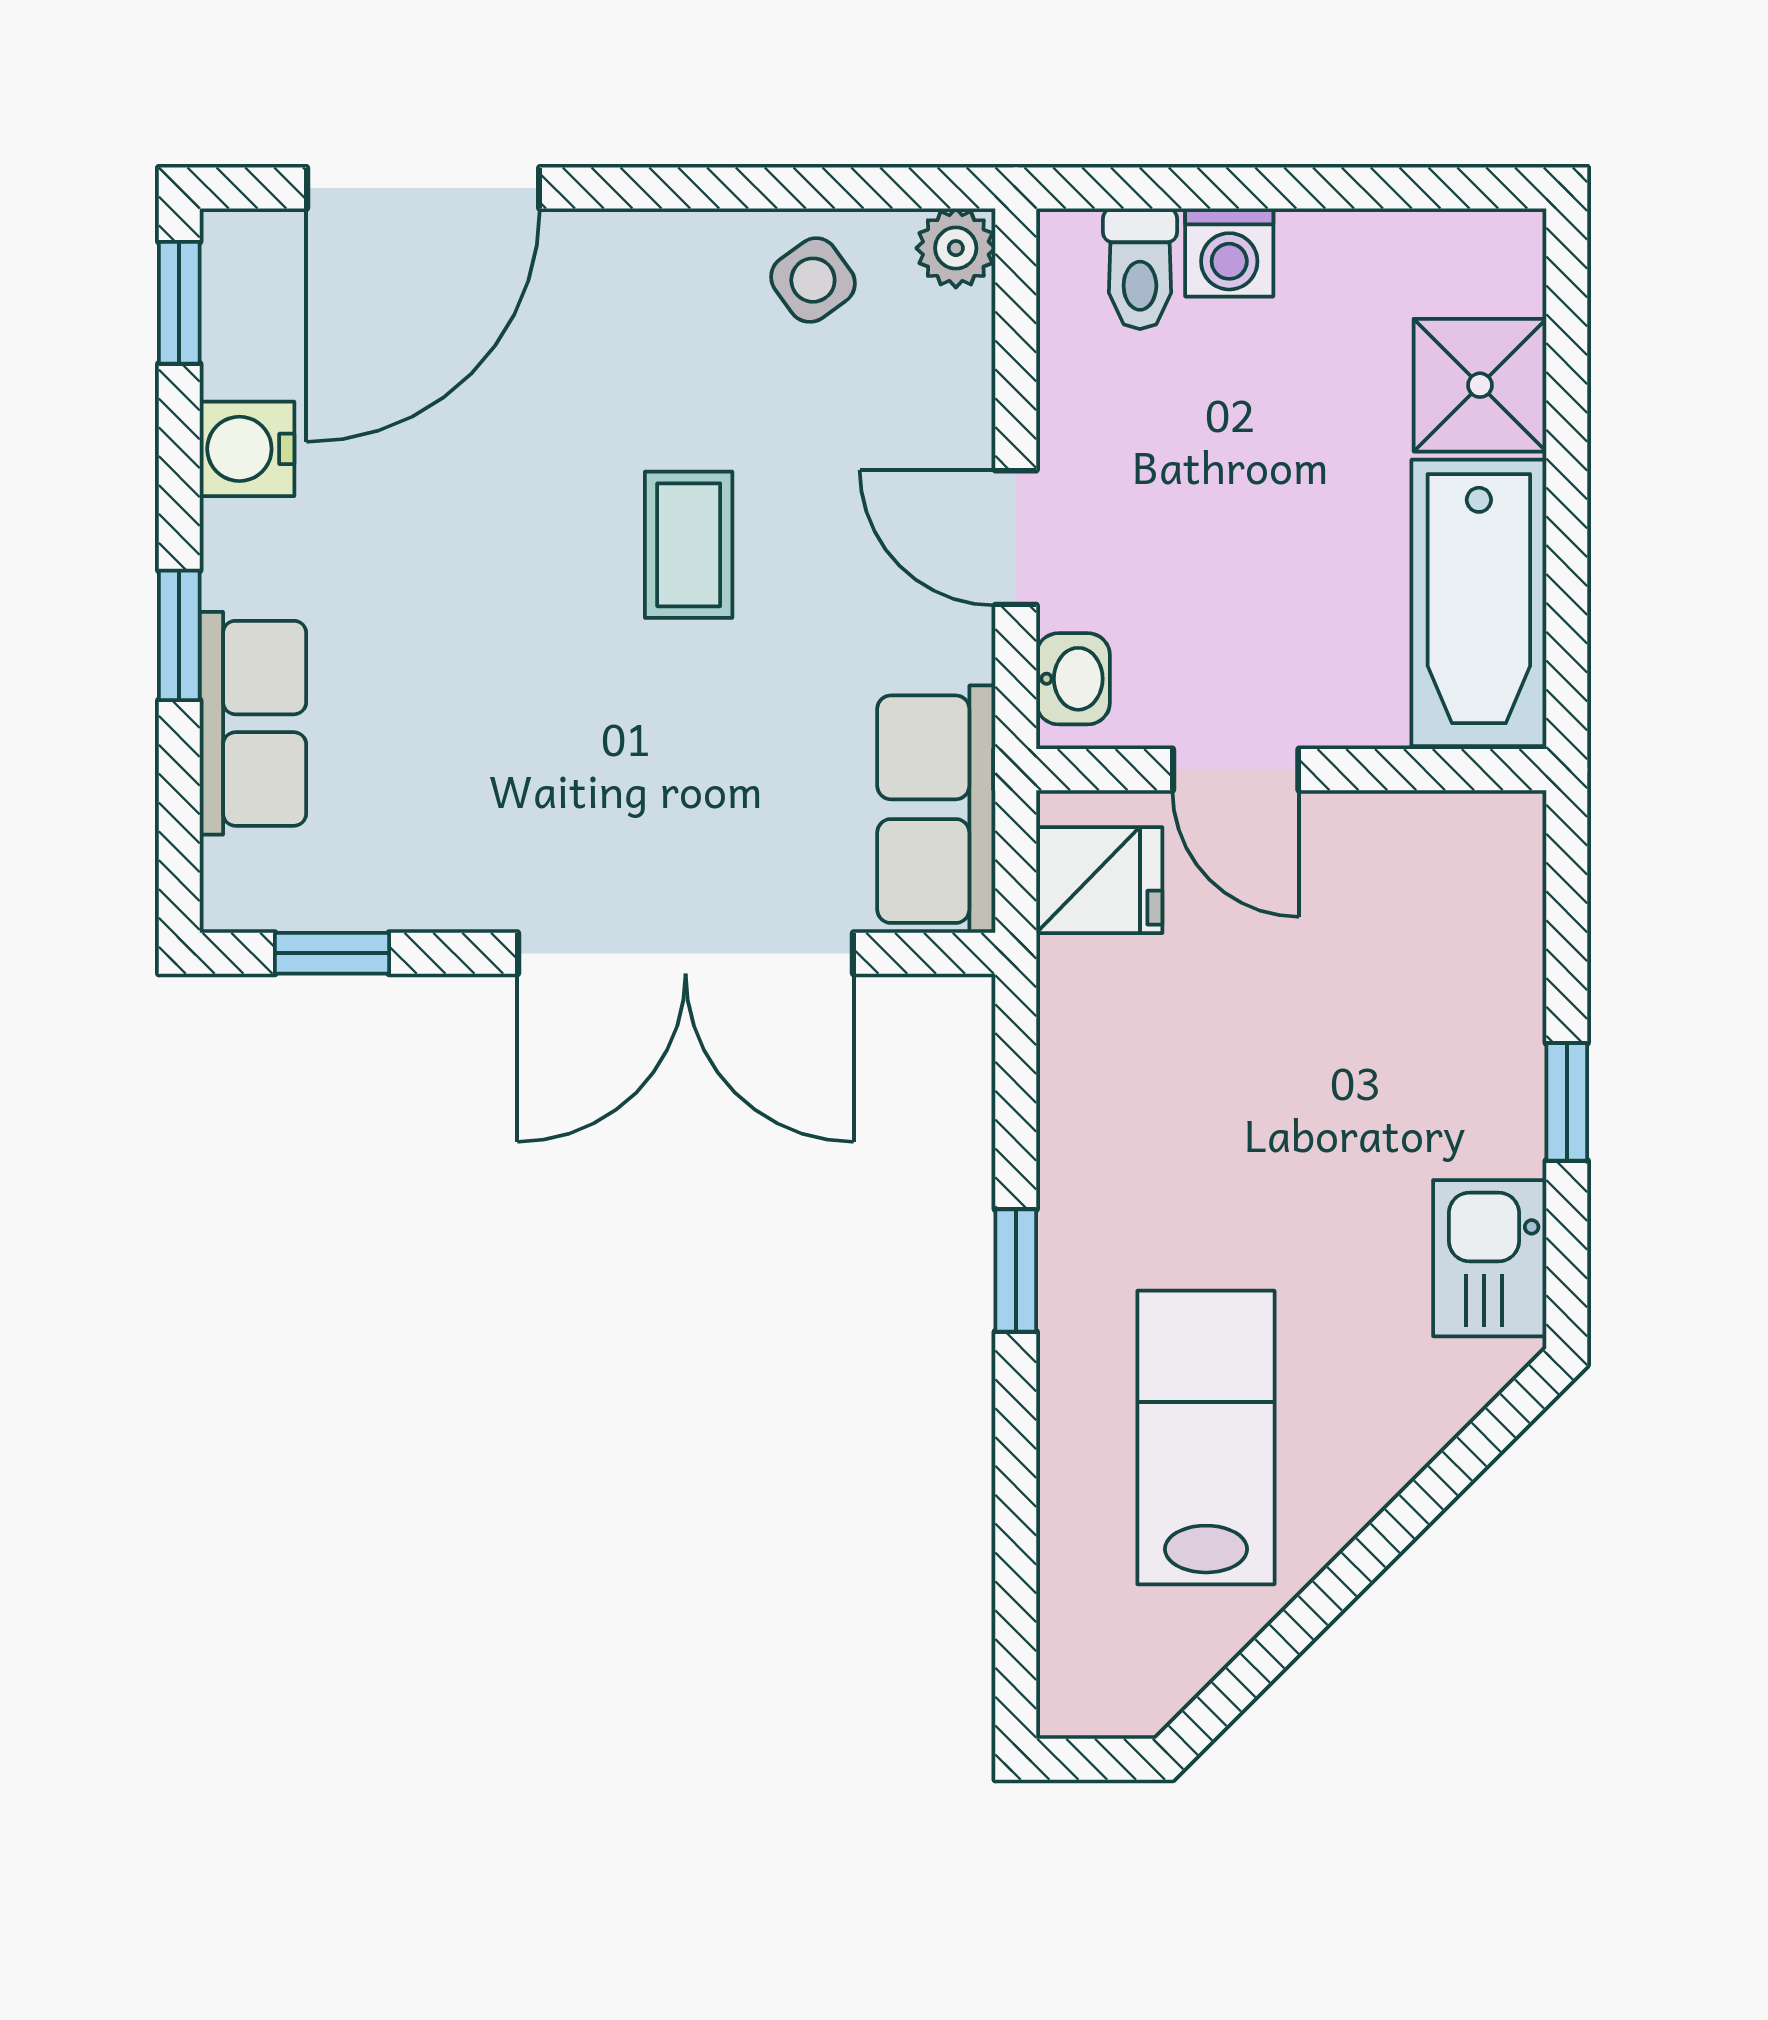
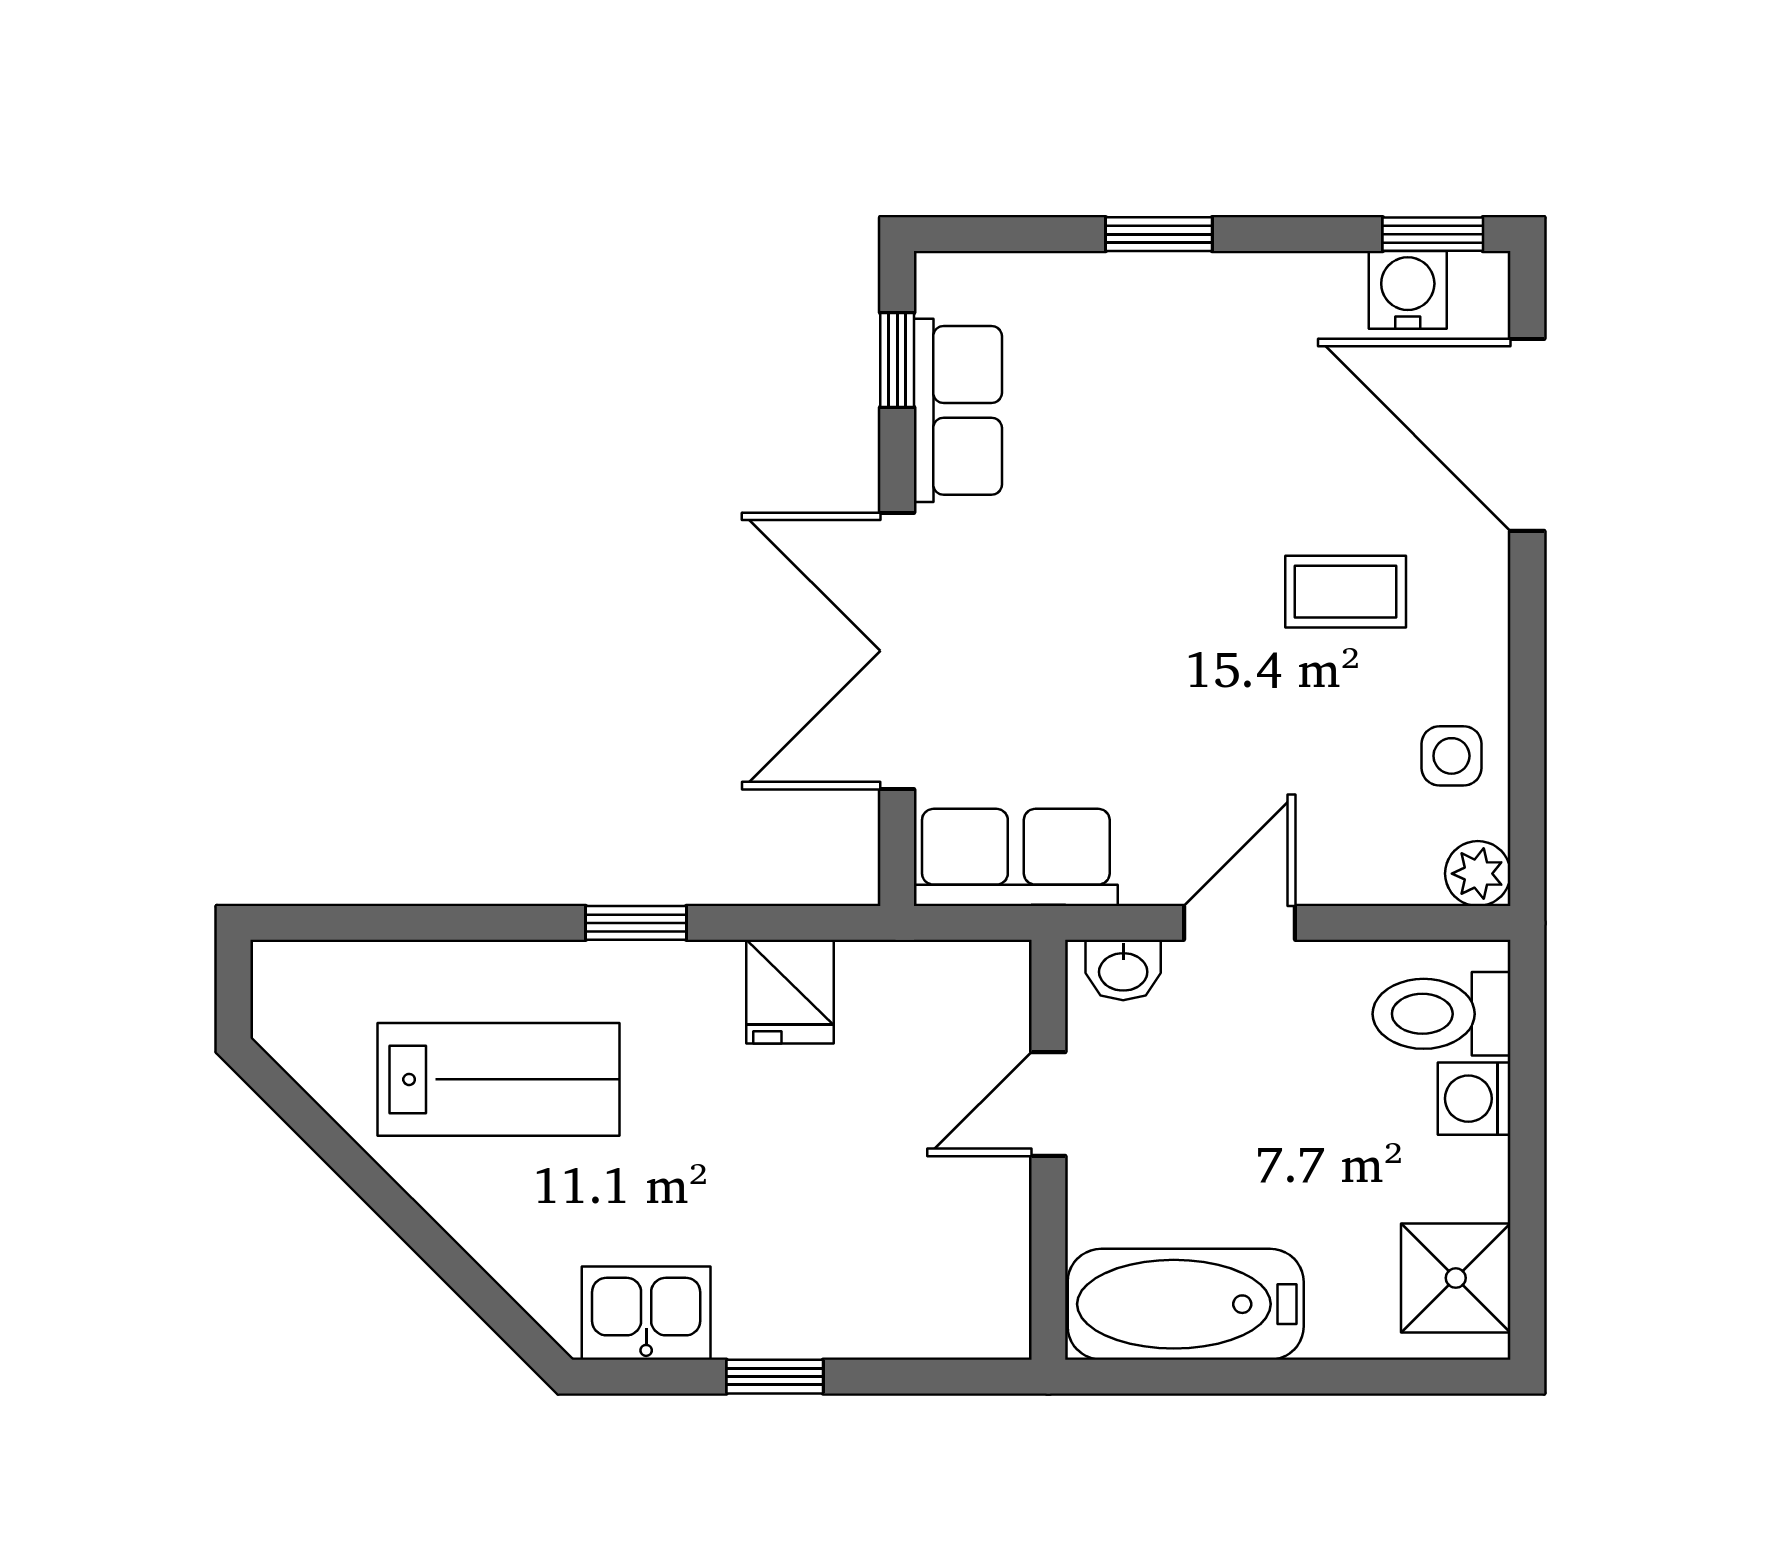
toilet: (1140, 269) -> (1442, 1014), width x1.37, depth x1.39
side table: (813, 280) -> (1451, 756), turned 36
shower: (1480, 385) -> (1456, 1278), moved
water cooler: (247, 449) -> (1408, 290), moved
coffee table: (689, 545) -> (1346, 592), moved
row of seats: (253, 723) -> (958, 410), moved, turned -90
fridge: (1099, 880) -> (790, 992), moved

